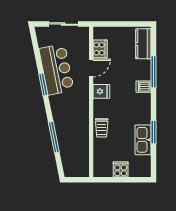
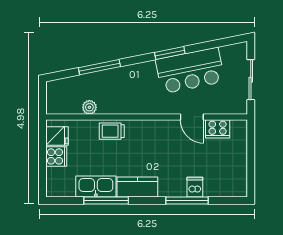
kitchen counter: (143, 44) -> (137, 187), moved
dishwasher: (143, 87) -> (195, 187), moved
fridge: (101, 91) -> (57, 136), moved, turned -90
window: (153, 132) -> (106, 200), width x1.44
plant: (84, 145) -> (89, 107), added

